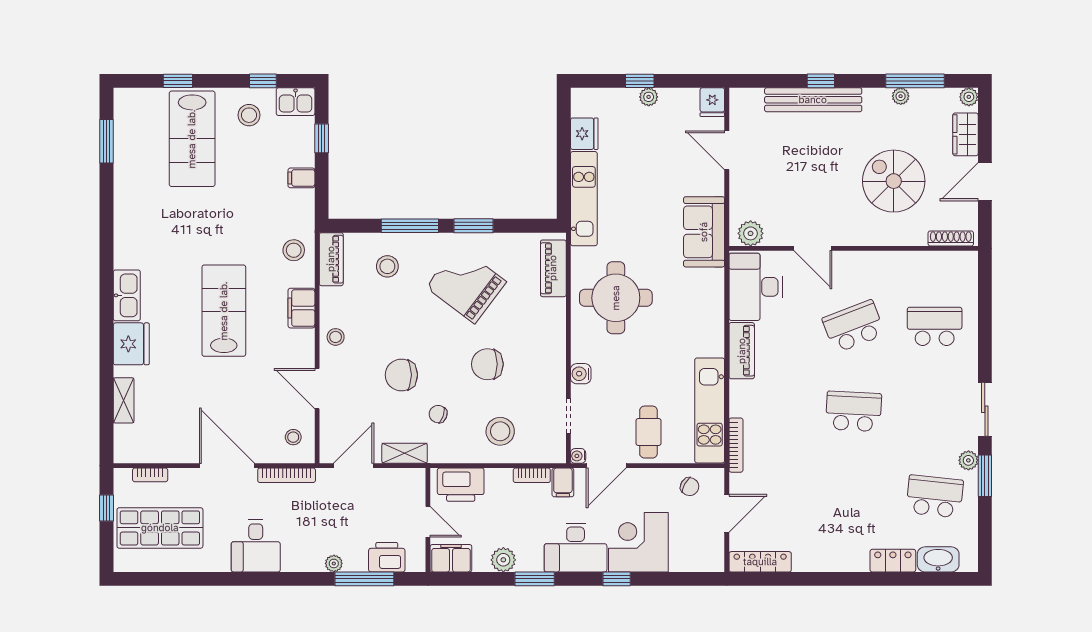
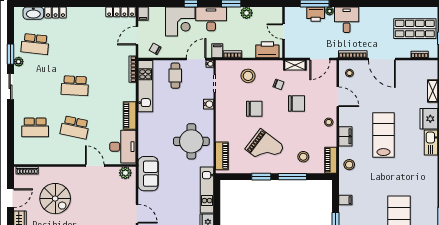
lab bench: (224, 311) -> (383, 135), turned 180
school desk: (854, 326) -> (75, 127), turned 33
desk: (256, 546) -> (347, 20), moved
printer: (387, 557) -> (316, 14), moved
filing cabinet: (451, 558) -> (143, 14), moved, width x0.50

